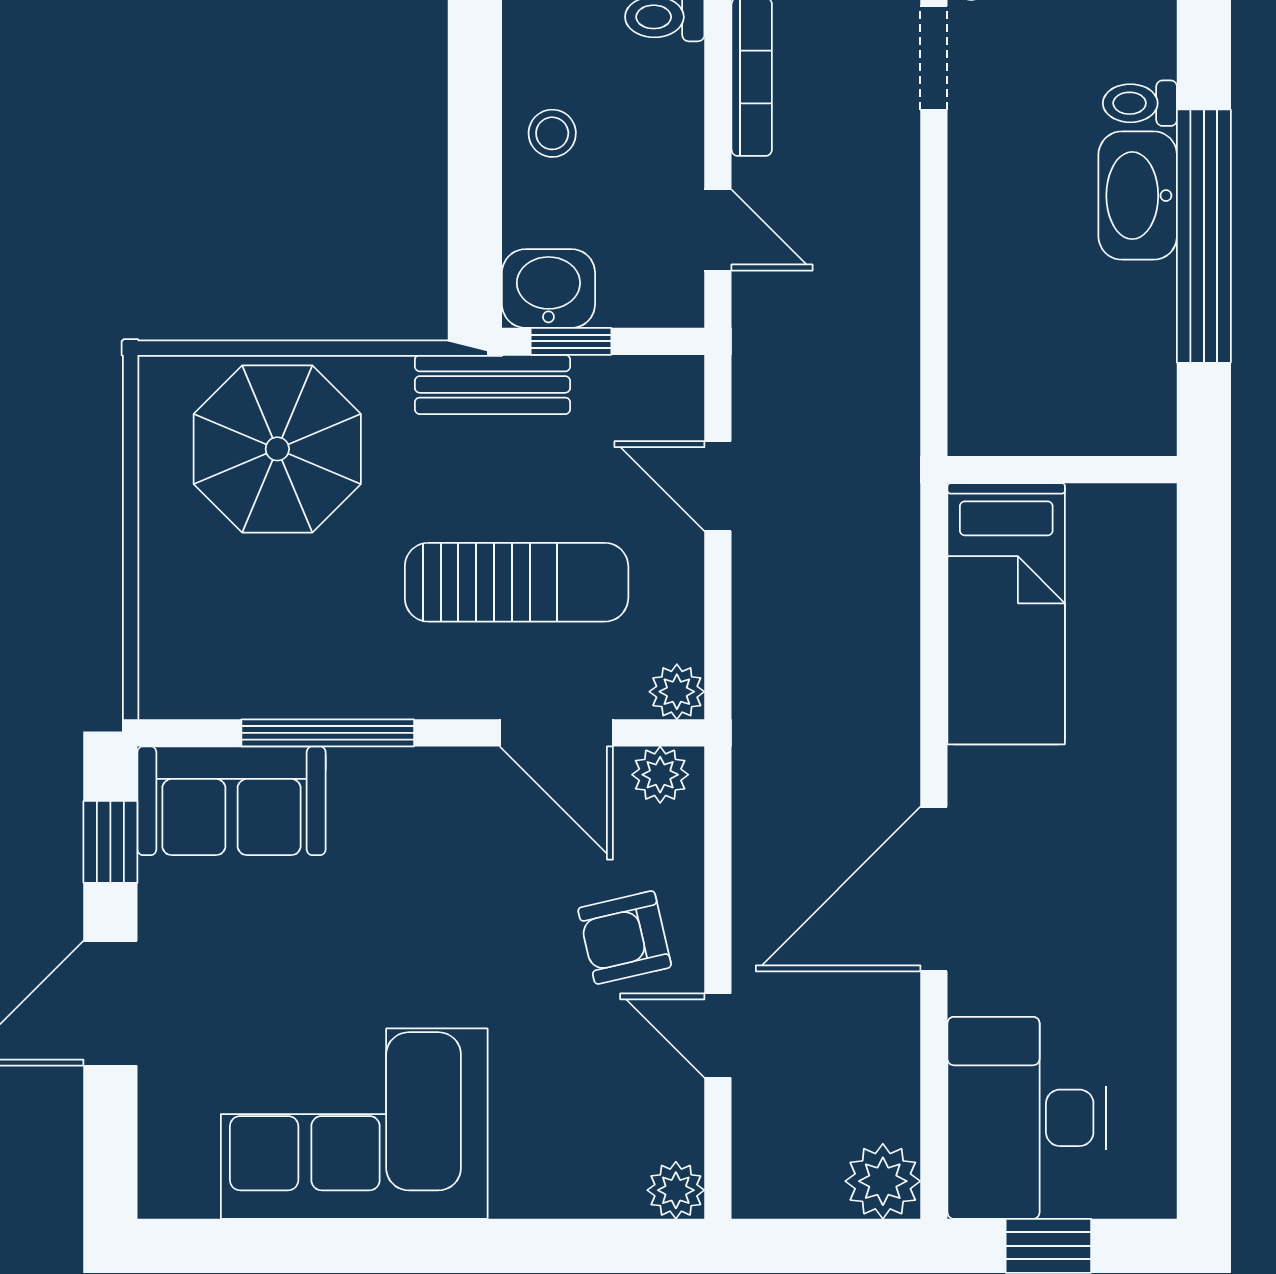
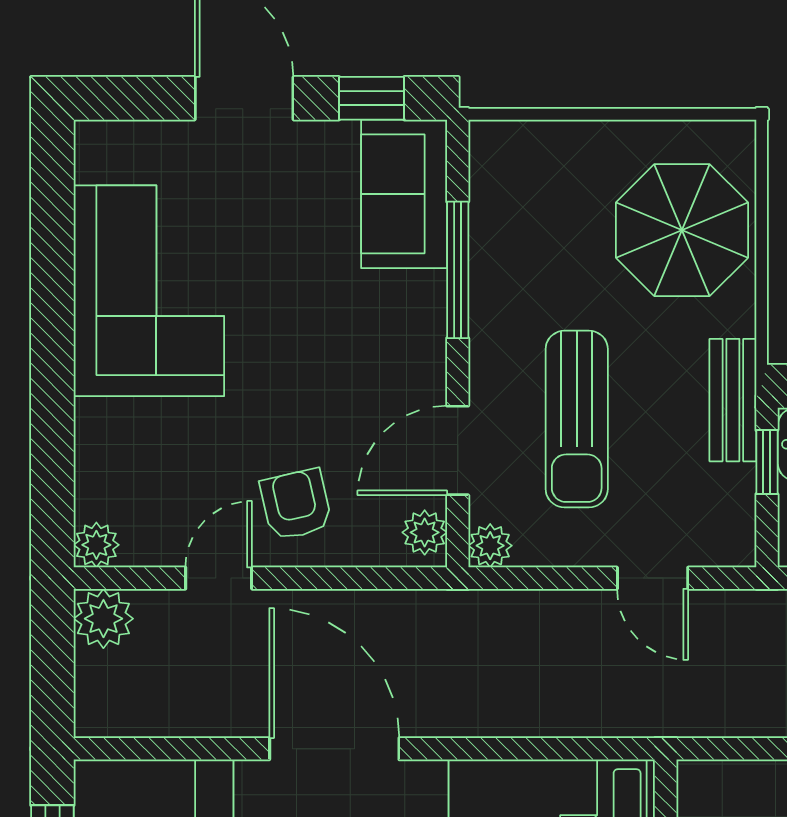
door: (718, 486) -> (653, 578), swing flipped
plant: (883, 1181) -> (103, 619), moved

